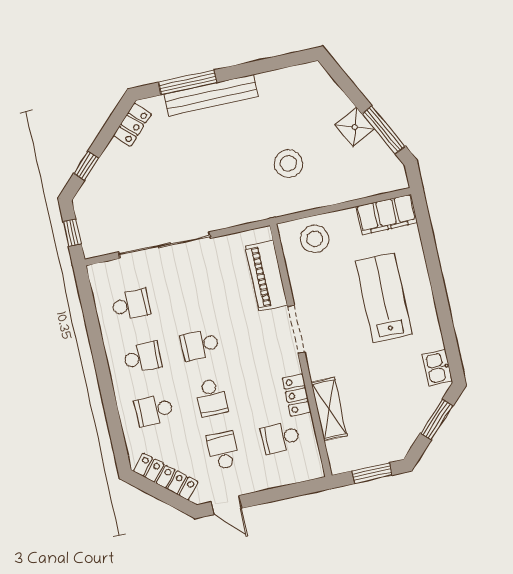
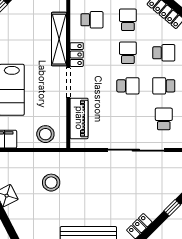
school desk: (131, 305) -> (164, 119), turned 90
locker: (297, 395) -> (77, 55), moved
shelving: (329, 409) -> (59, 39), width x1.47
school desk: (223, 450) -> (128, 20), turned 180

